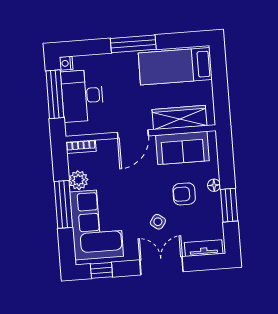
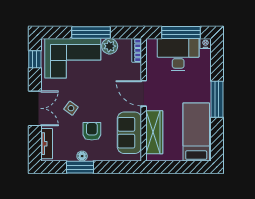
floor lamp: (214, 185) -> (82, 156), moved

